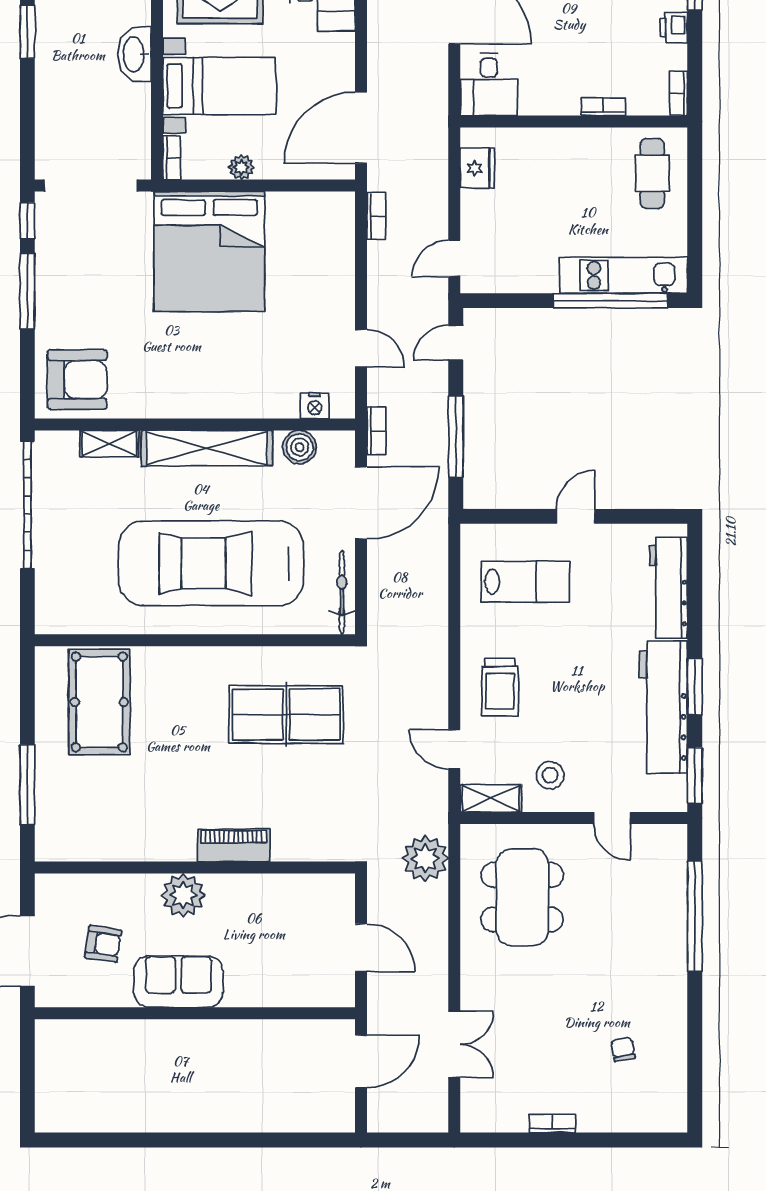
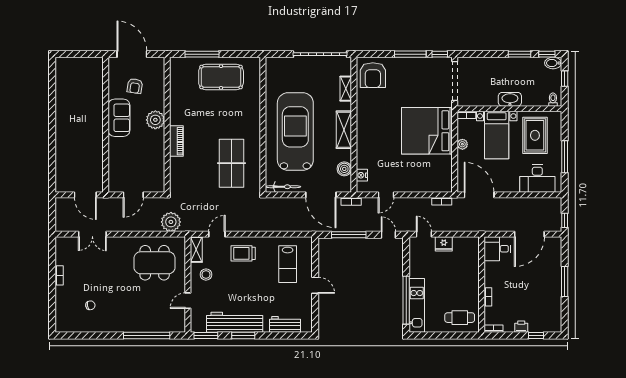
fridge: (477, 168) -> (444, 244), moved
shelving: (207, 448) -> (344, 130), width x0.68
workbench: (668, 588) -> (285, 324), width x0.73
pool table: (99, 702) -> (221, 77), moved

